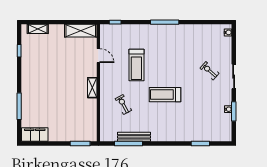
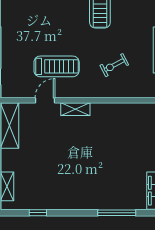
treadmill: (136, 65) -> (57, 66), moved
shelving: (92, 88) -> (75, 109), moved

